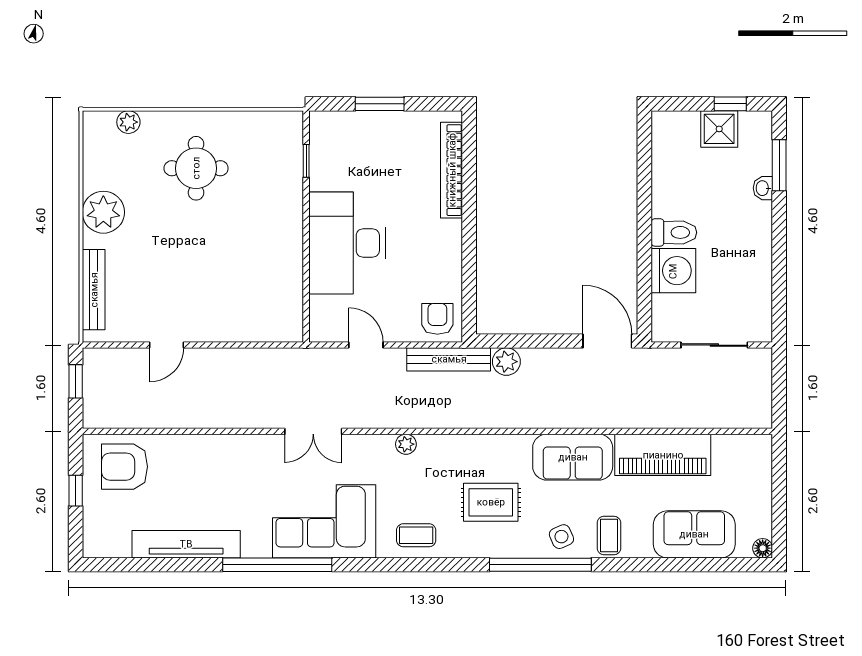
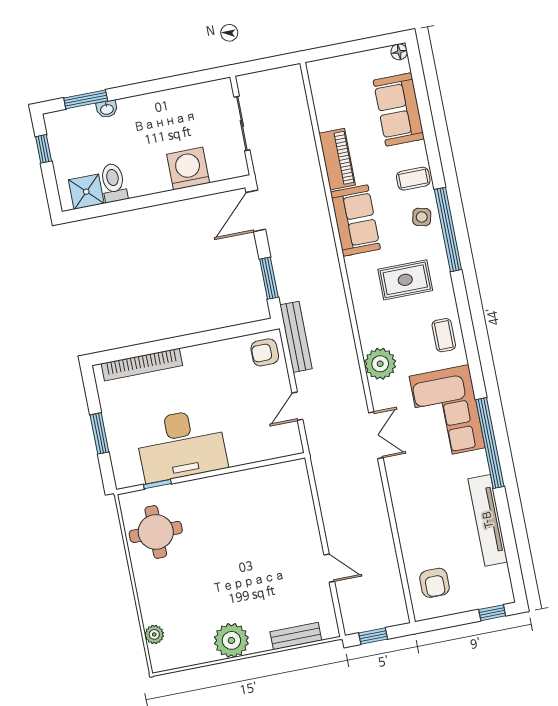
shower: (719, 129) -> (86, 192), moved
round table: (196, 168) -> (156, 532), moved
toilet: (674, 232) -> (113, 183), moved
desk: (347, 243) -> (181, 445), moved
bench: (94, 290) -> (296, 636), width x0.73
window: (524, 341) -> (269, 278), added
plant: (506, 362) -> (288, 290), removed
plant: (406, 444) -> (380, 364), width x1.87, depth x1.87
piano: (663, 455) -> (337, 159), width x0.73, depth x0.75
armchair: (124, 467) -> (435, 583), width x0.72, depth x0.72
window: (76, 491) -> (492, 613), moved
rug: (491, 502) -> (405, 280), turned 90
side table: (561, 537) -> (422, 217), turned 38

